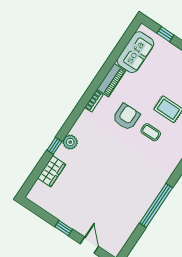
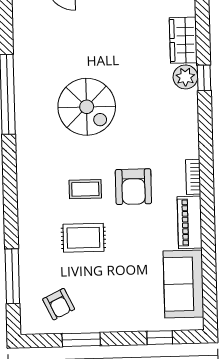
plant: (70, 142) -> (185, 77), moved
spiral stairs: (122, 172) -> (87, 107), added

